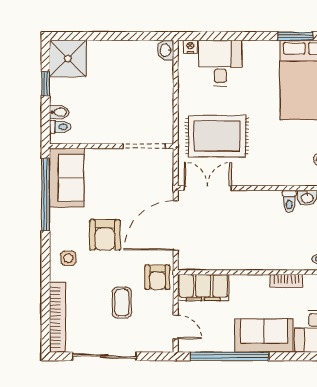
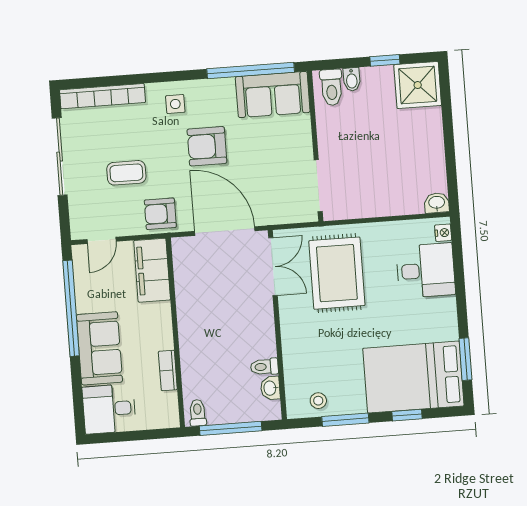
toilet: (60, 127) -> (331, 87), width x1.37, depth x1.39

